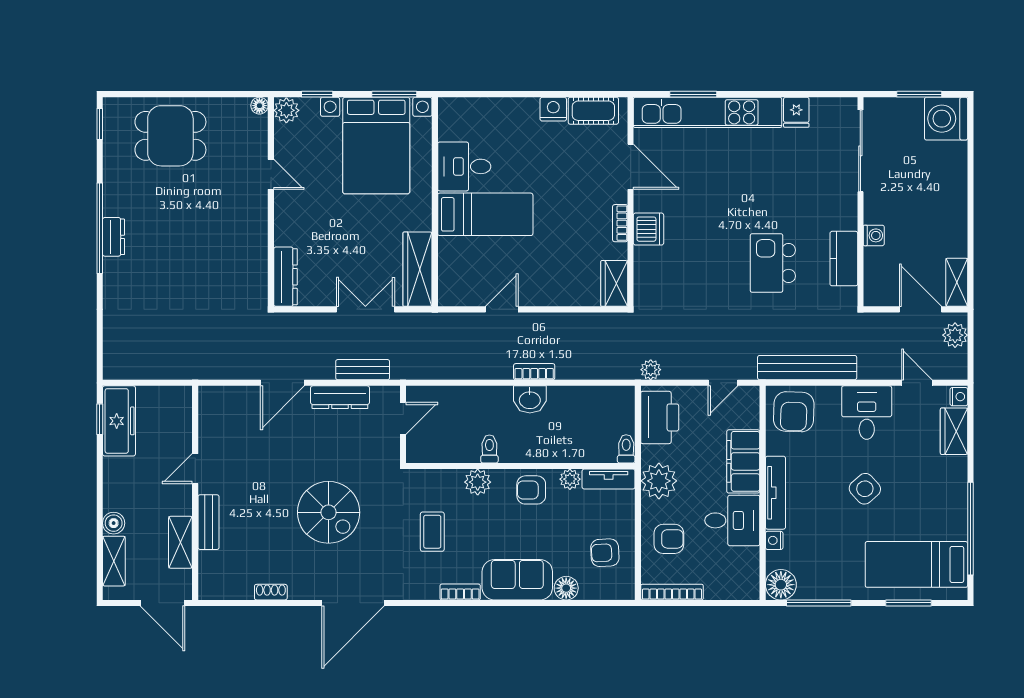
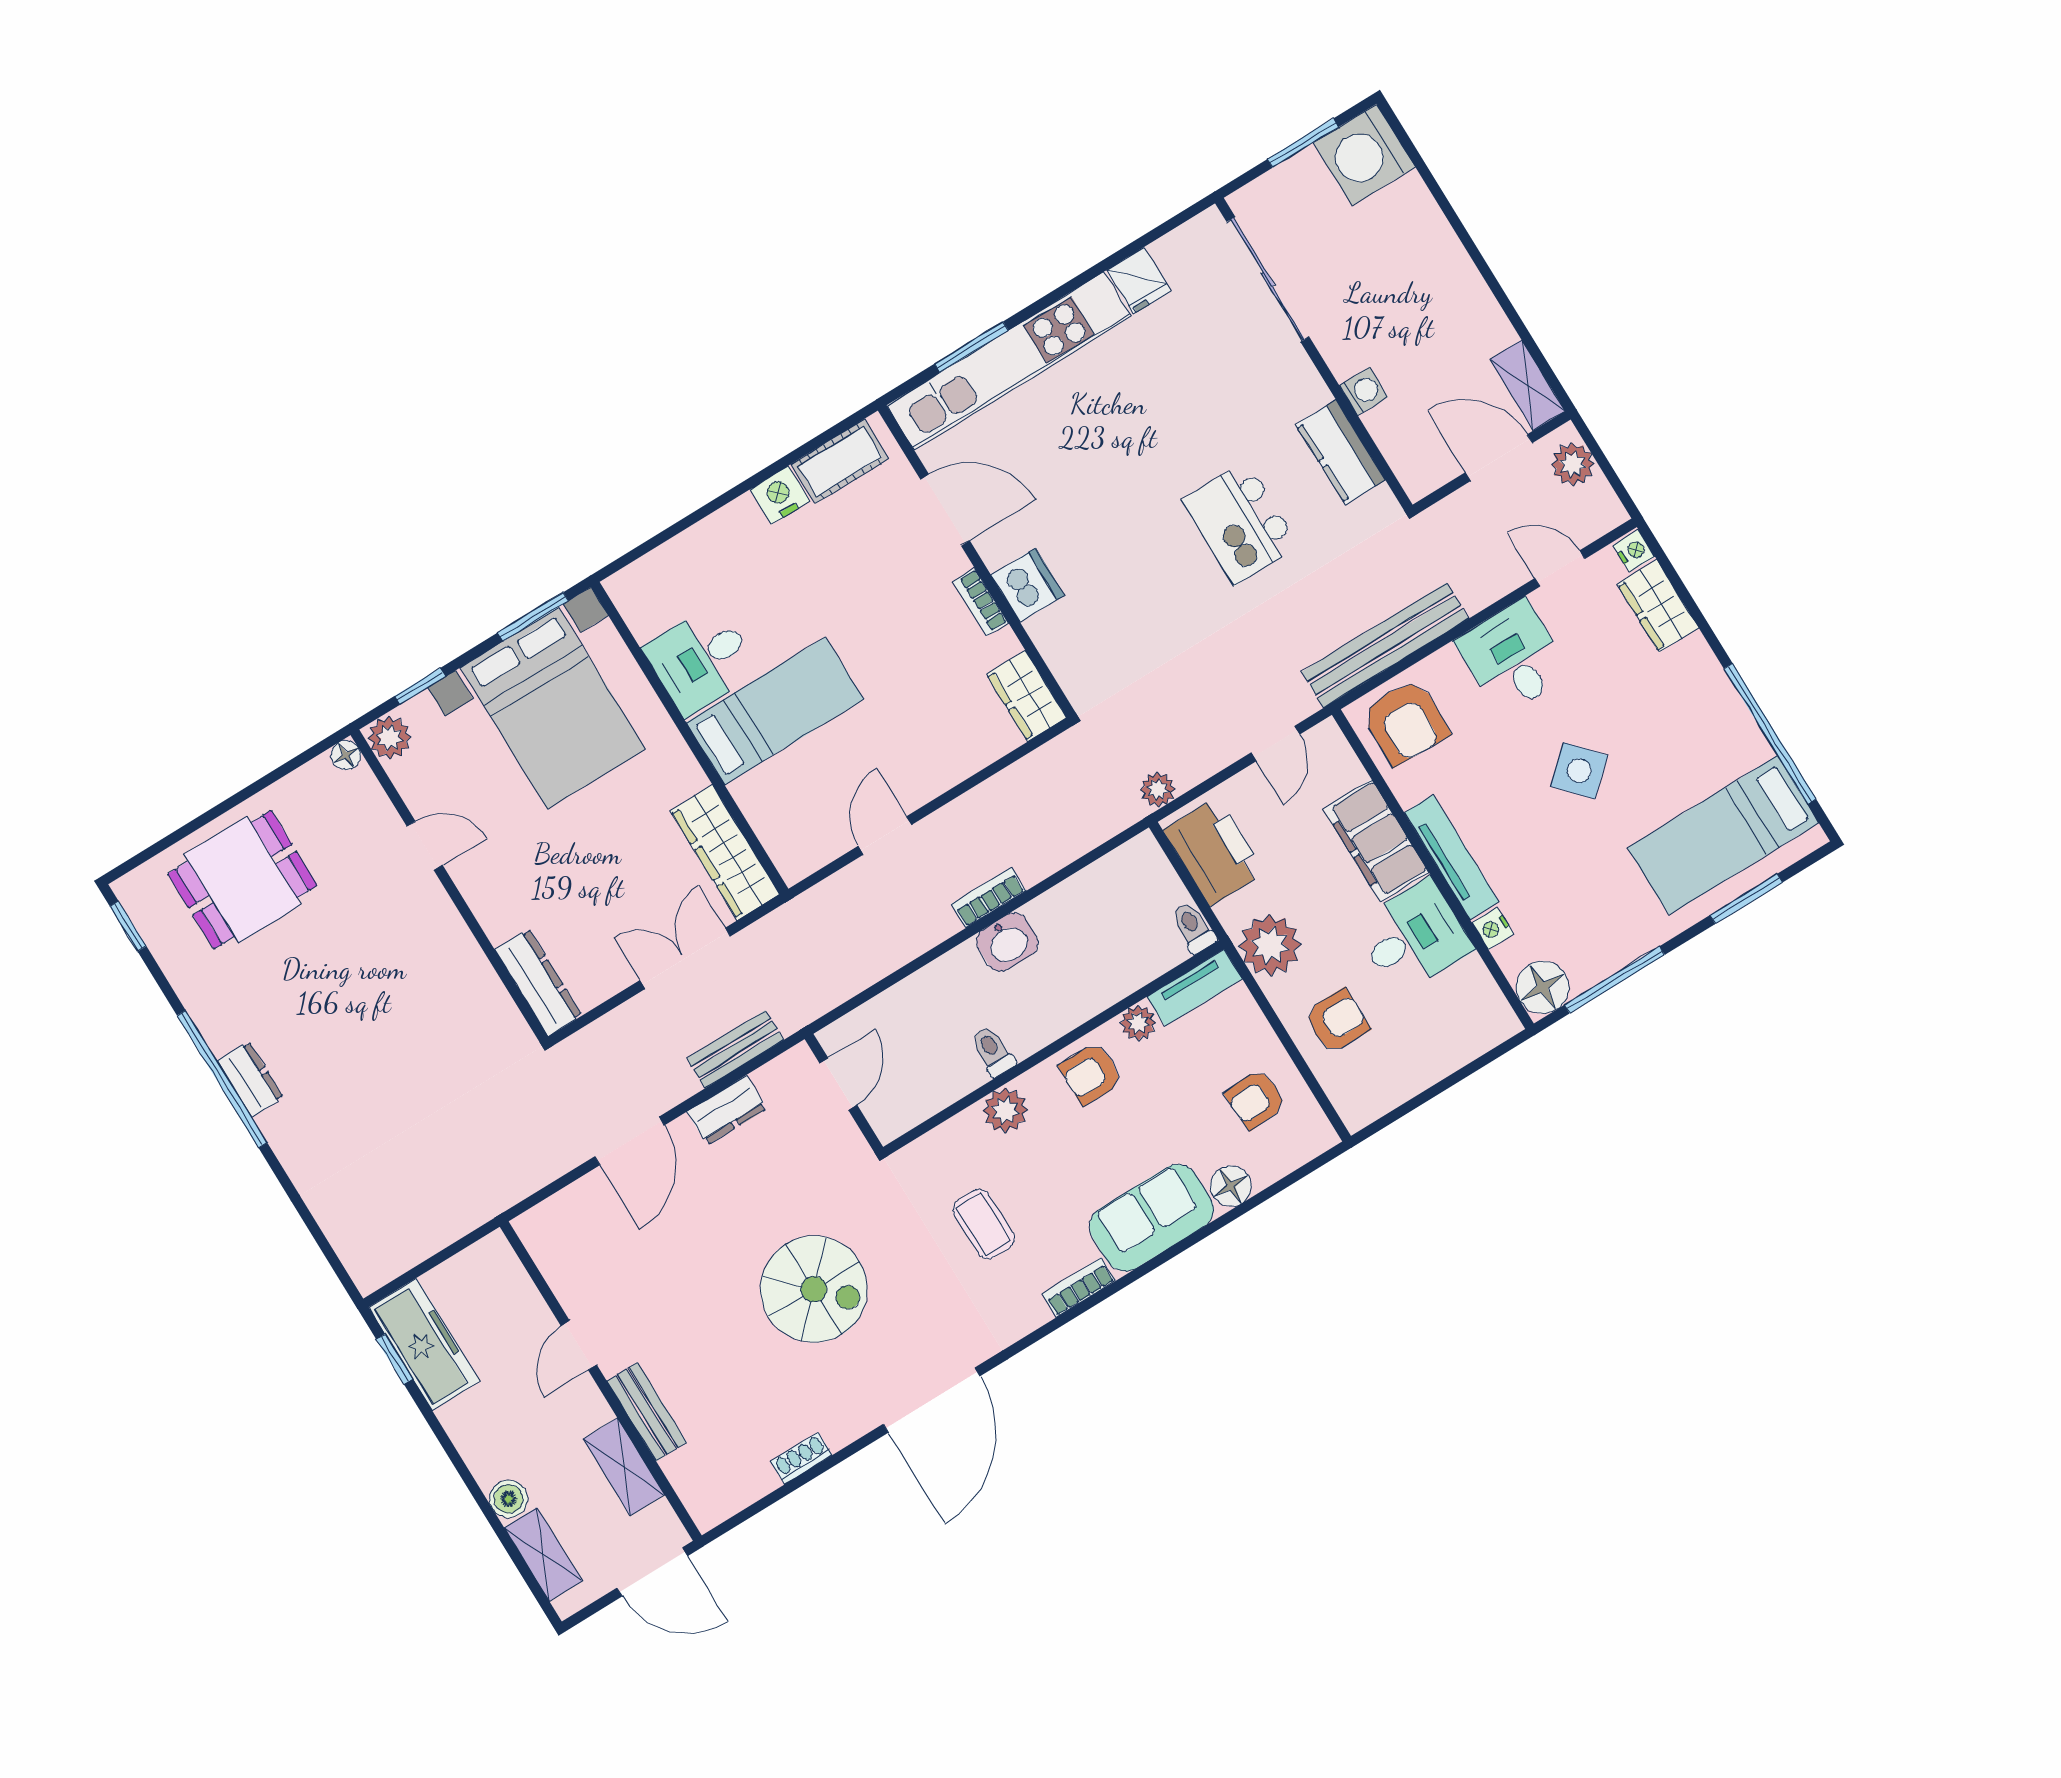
dresser: (340, 397) -> (727, 1110), width x0.70
bookcase: (672, 592) -> (1390, 1096), removed

